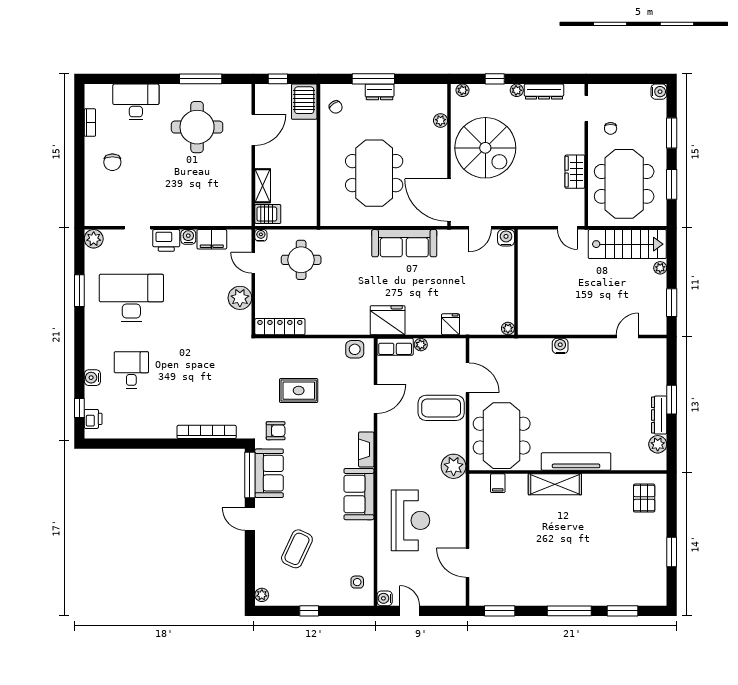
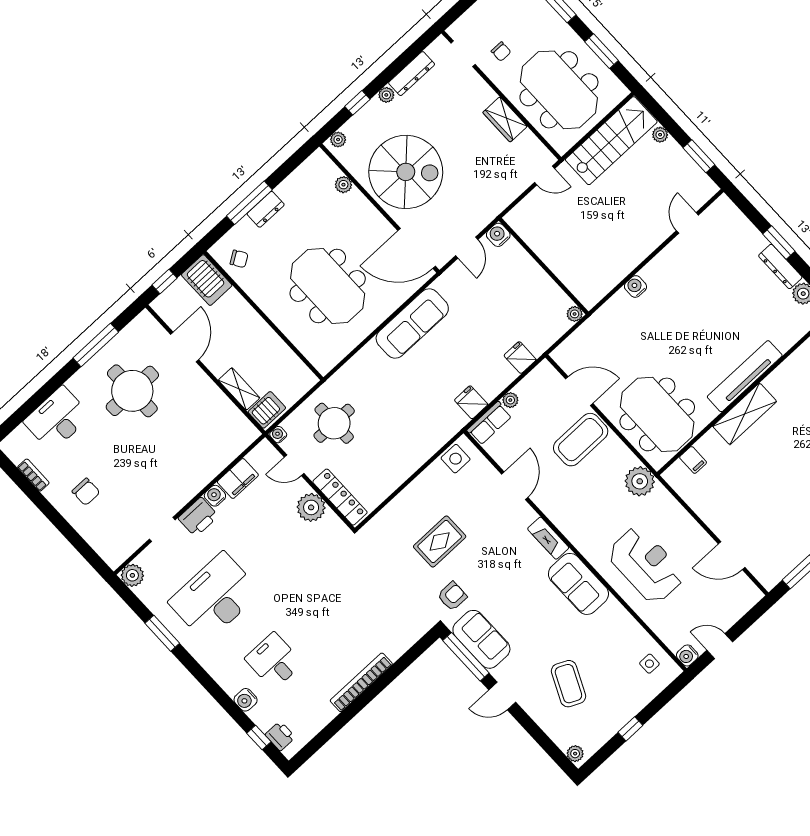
fridge: (388, 320) -> (471, 402), width x0.53, depth x0.75
locker: (280, 327) -> (340, 497), moved, turned 90
bookcase: (207, 432) -> (361, 682), moved

